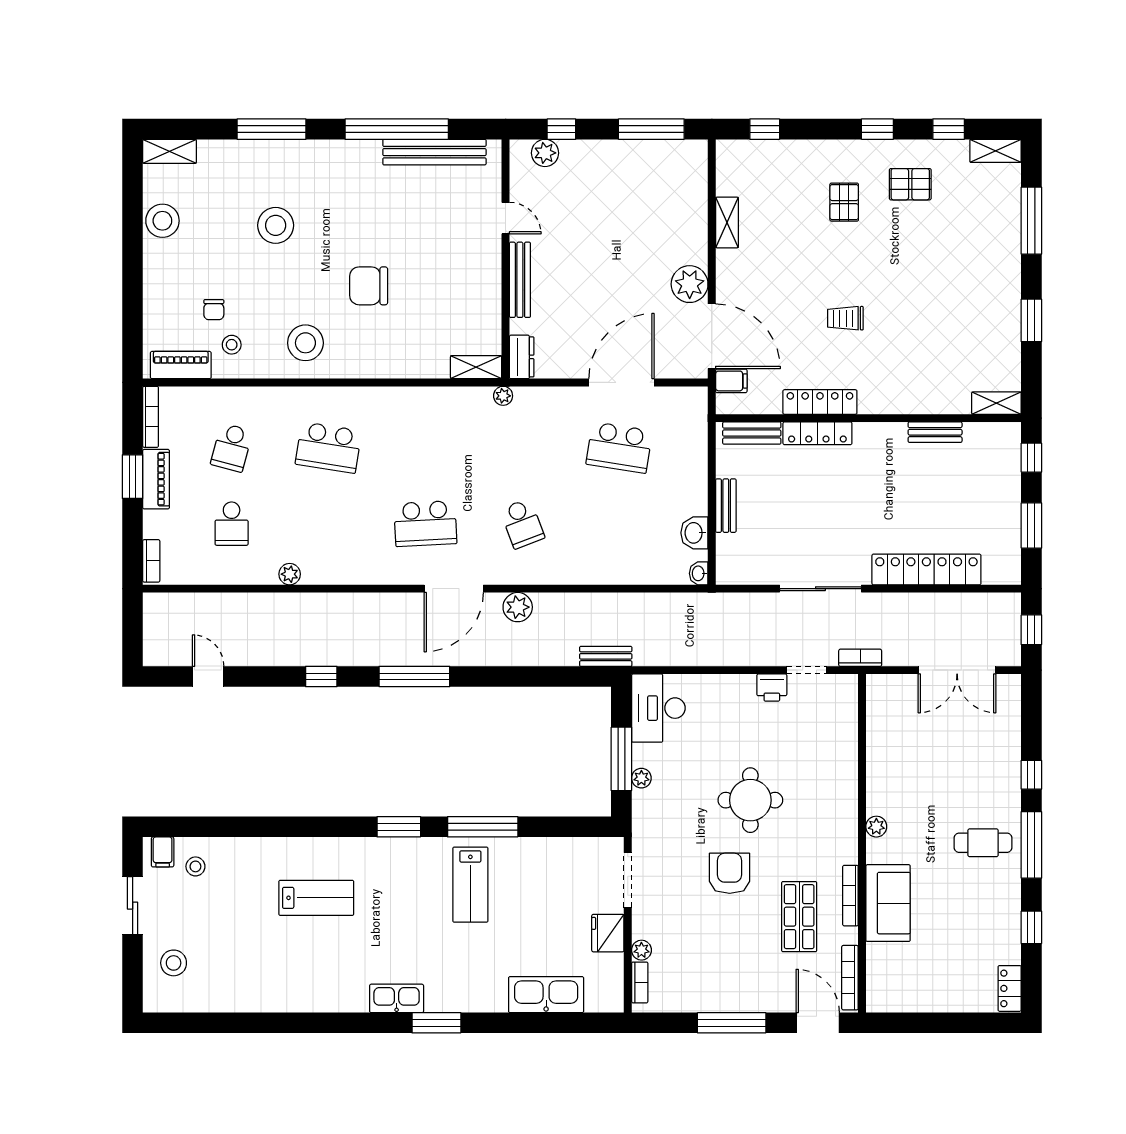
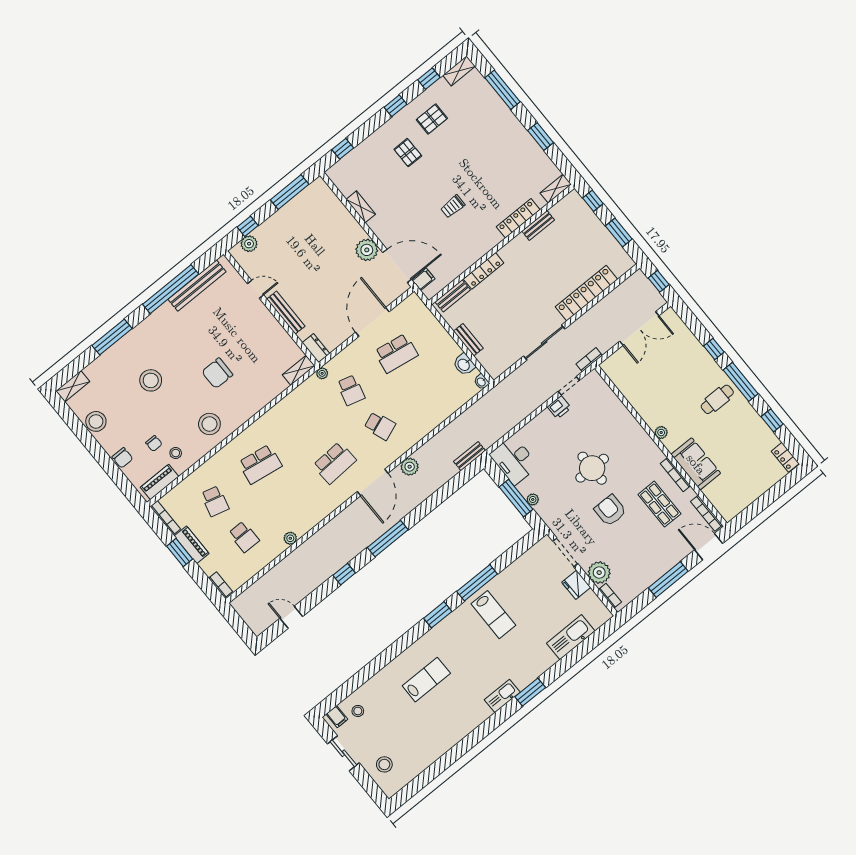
chair: (158, 295) -> (122, 458), added
locker: (820, 402) -> (518, 218), moved
school desk: (522, 447) -> (351, 390), added
plant: (641, 950) -> (599, 573), width x1.88, depth x1.88

